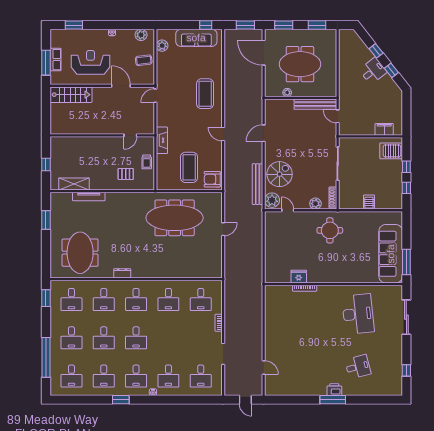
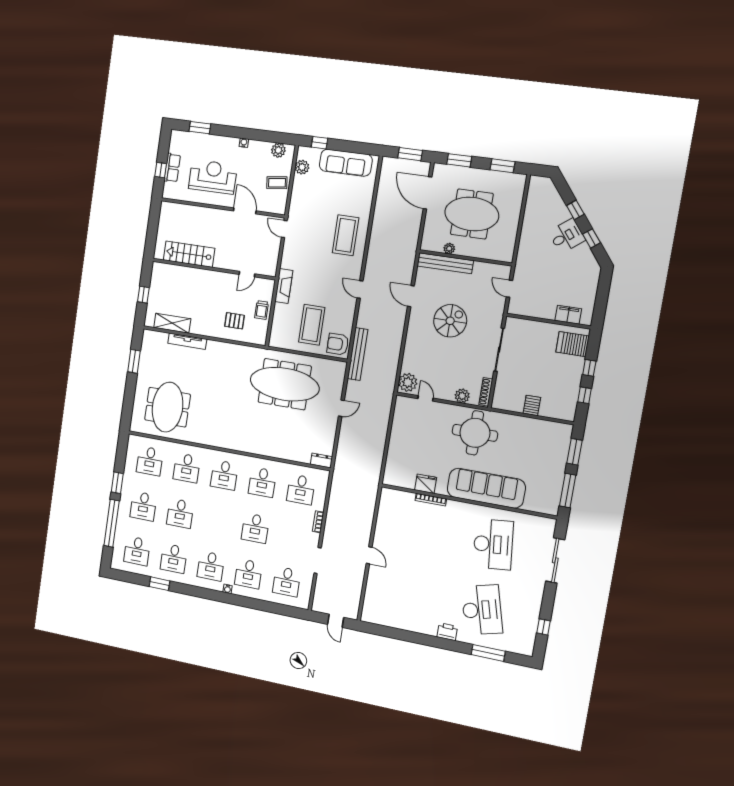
window: (206, 25) -> (320, 143), moved
window: (46, 63) -> (161, 170), width x0.46
stairs: (71, 95) -> (189, 254), moved, turned 180
door: (155, 96) -> (284, 229), hinge flipped
bench: (315, 104) -> (445, 263), moved
door: (264, 133) -> (411, 296), hinge flipped
spiral stairs: (280, 174) -> (450, 321), moved
bench: (258, 184) -> (358, 354), moved
round table: (330, 230) -> (475, 433), width x1.36, depth x1.36
window: (406, 232) -> (575, 452), added
sofa: (391, 254) -> (486, 488), moved, turned 90
dresser: (122, 273) -> (321, 461), moved
window: (46, 298) -> (117, 483), moved
desk: (136, 338) -> (255, 528), moved
door: (264, 367) -> (369, 555), moved
desk: (358, 367) -> (482, 610), width x1.87, depth x1.30
window: (121, 400) -> (160, 584), moved
window: (333, 400) -> (488, 653), moved

